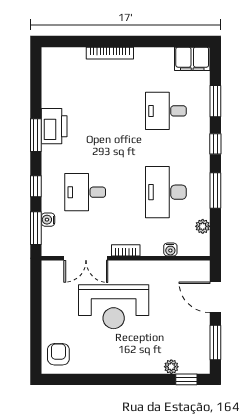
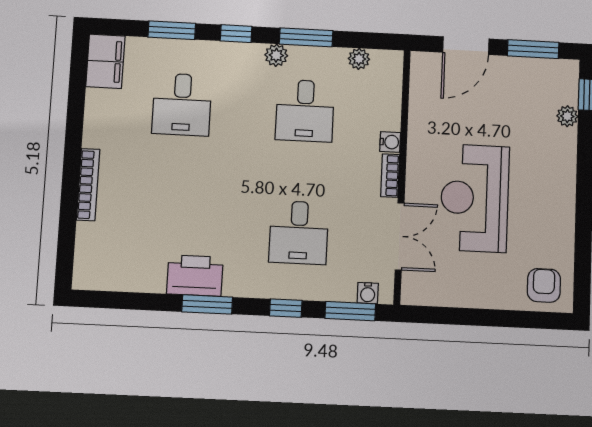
plant: (202, 171) -> (276, 55), added
desk: (166, 192) -> (305, 111), width x0.73
water cooler: (48, 220) -> (368, 293), moved
water cooler: (170, 249) -> (390, 142), moved
reception desk: (114, 307) -> (475, 198), turned 180
armchair: (58, 354) -> (544, 285), turned 90

